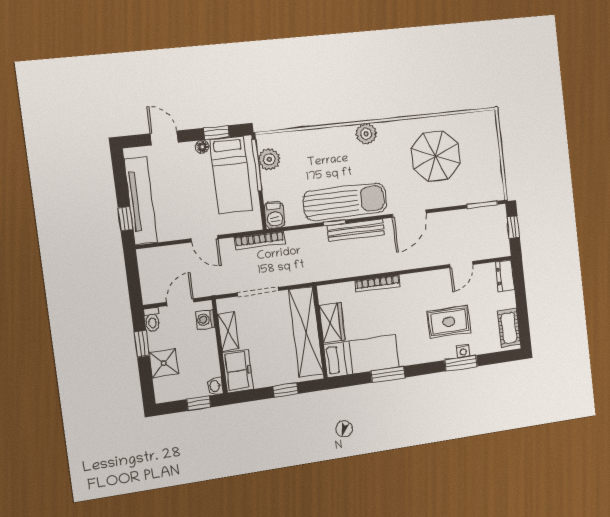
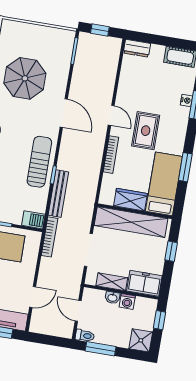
sun lounger: (345, 202) -> (39, 162), width x0.73, depth x0.75
bench: (356, 230) -> (58, 194), moved
door: (205, 239) -> (33, 297), moved
door: (461, 265) -> (111, 115), moved
washing machine: (205, 320) -> (127, 301), moved
rug: (449, 322) -> (146, 131), moved
window: (142, 344) -> (101, 349), width x1.50
shower: (164, 363) -> (141, 340), moved
washbasin: (215, 386) -> (112, 298), moved

